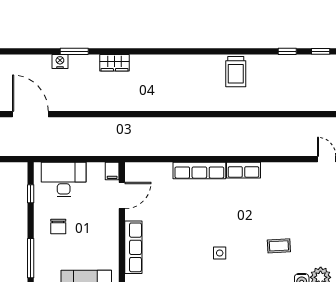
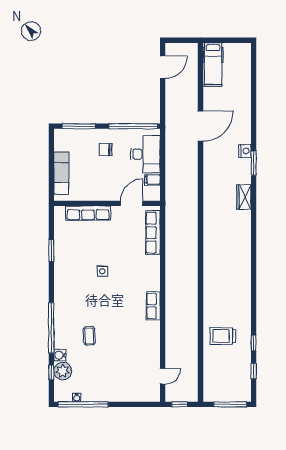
trolley: (236, 72) -> (223, 336), moved
row of seats: (199, 170) -> (153, 233), moved
filing cabinet: (112, 171) -> (152, 179), moved
window: (31, 194) -> (133, 126), width x3.17
door: (122, 195) -> (132, 203), swing flipped
side table: (220, 253) -> (102, 271), moved

